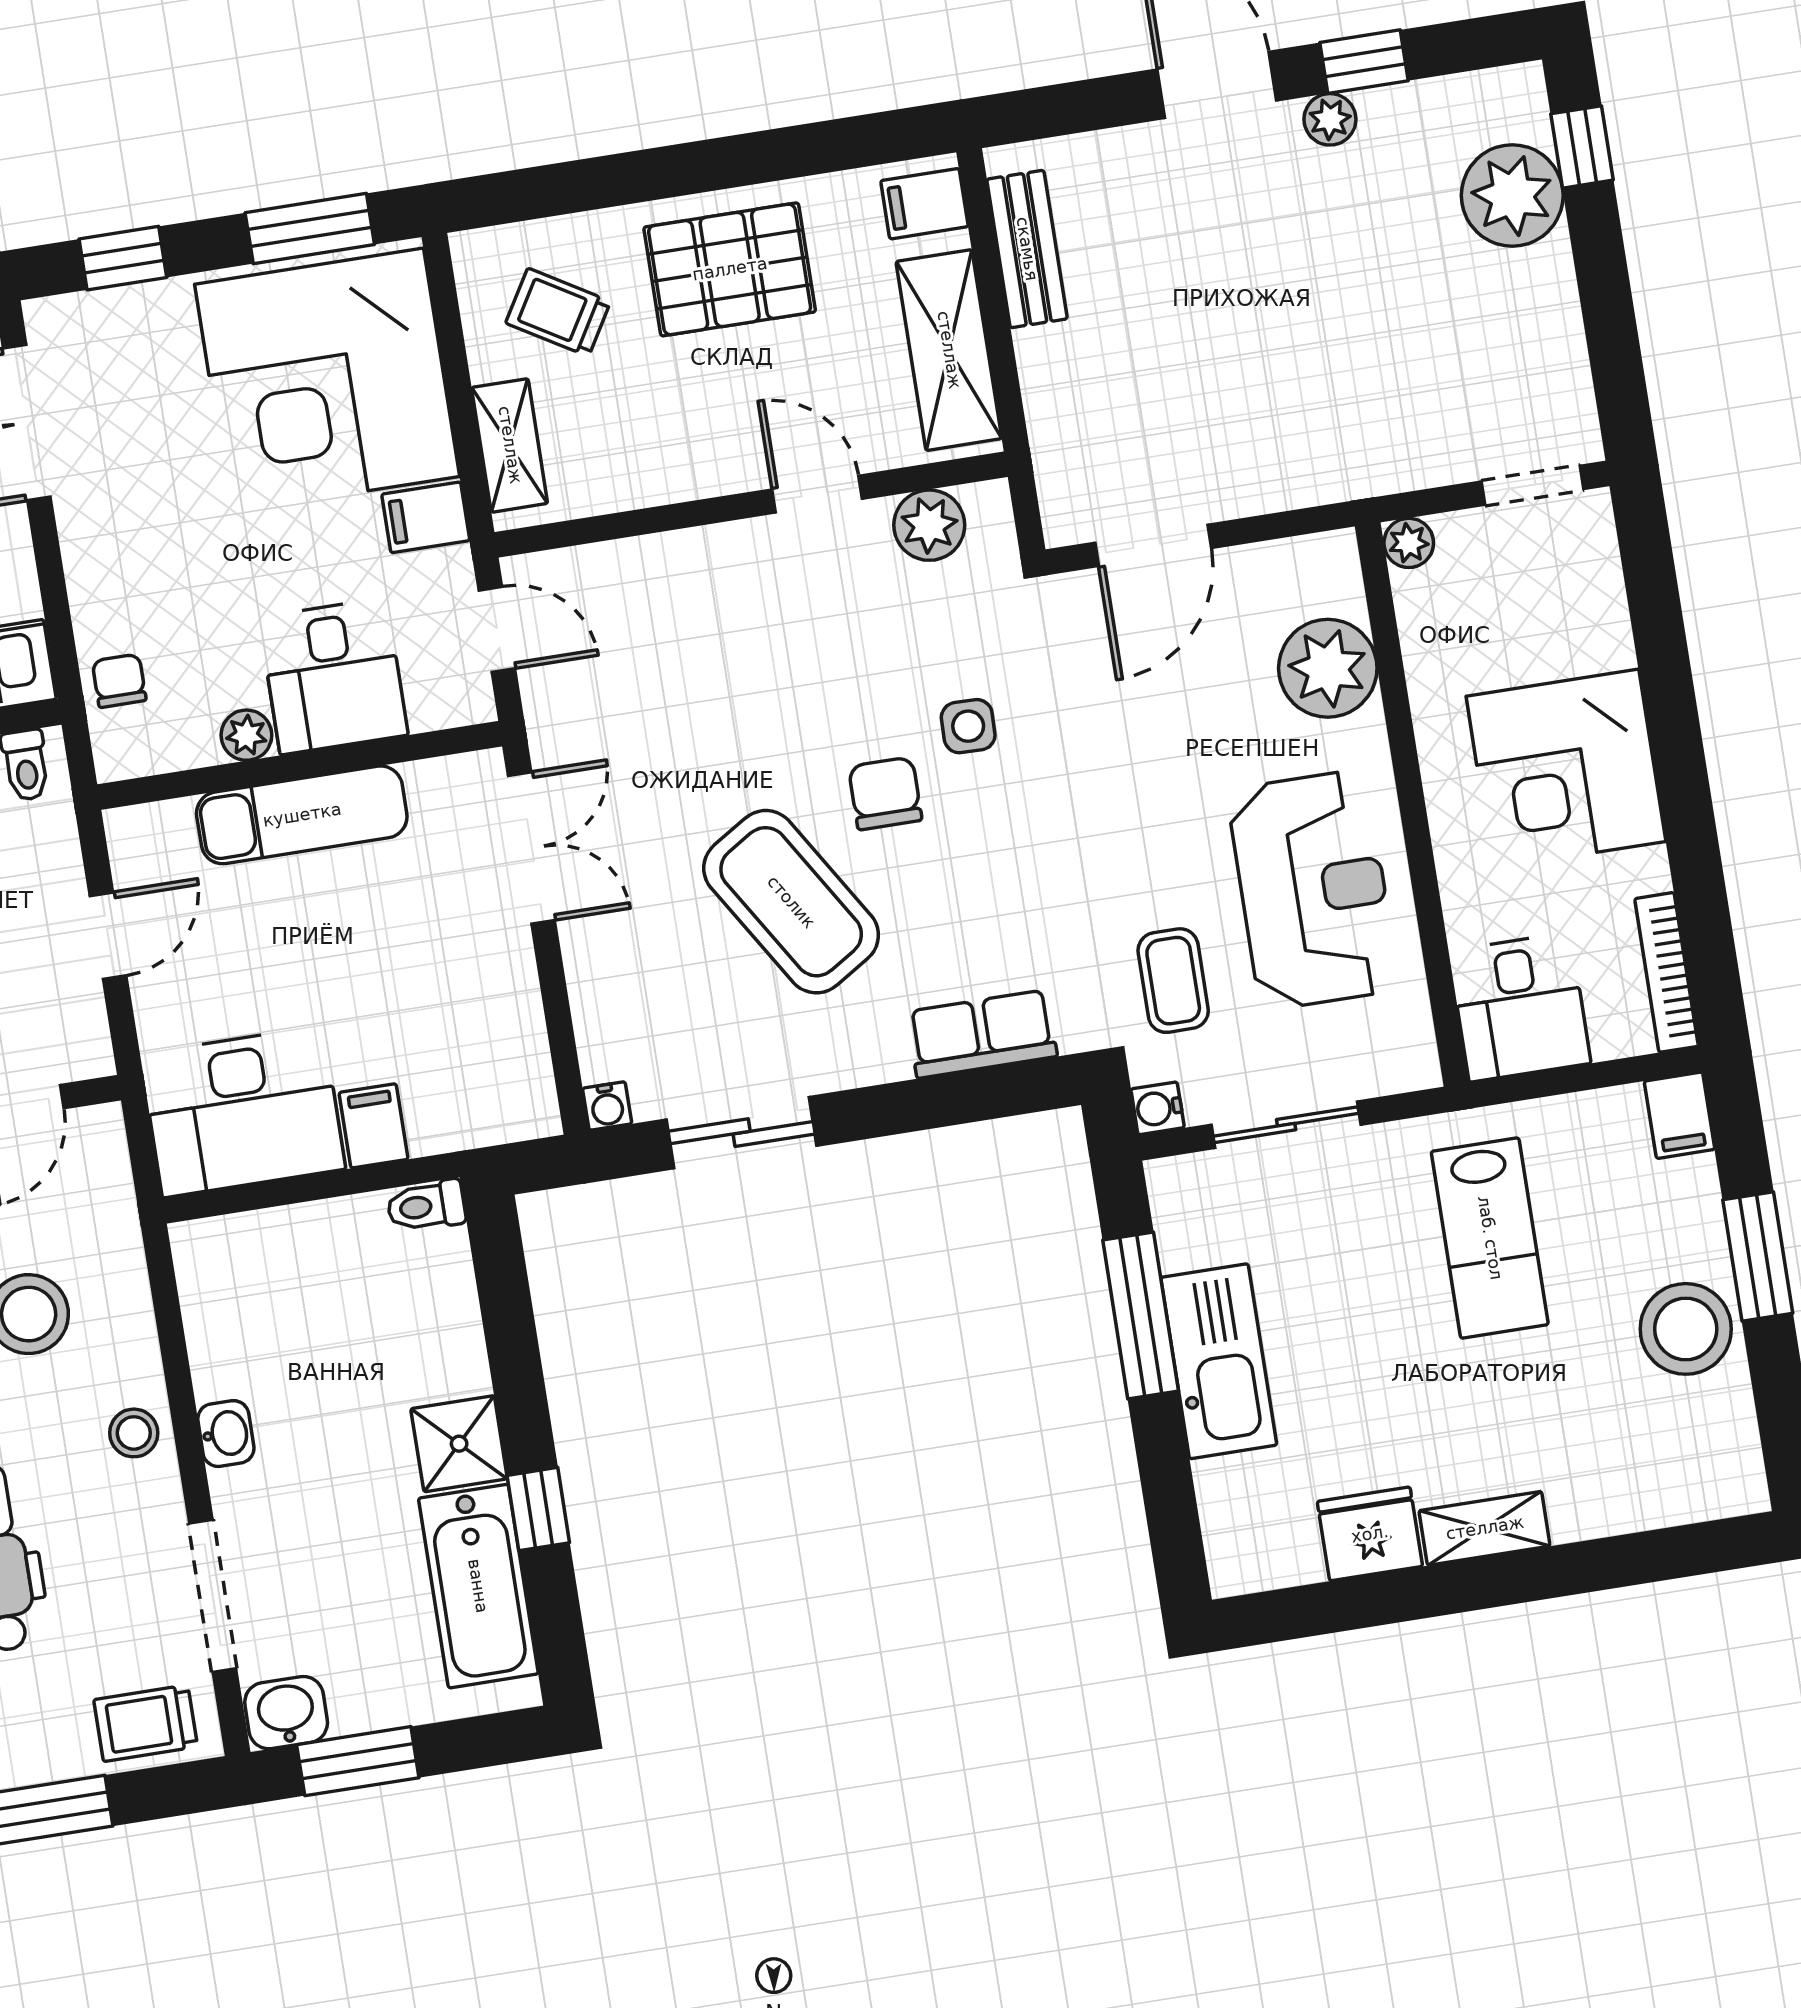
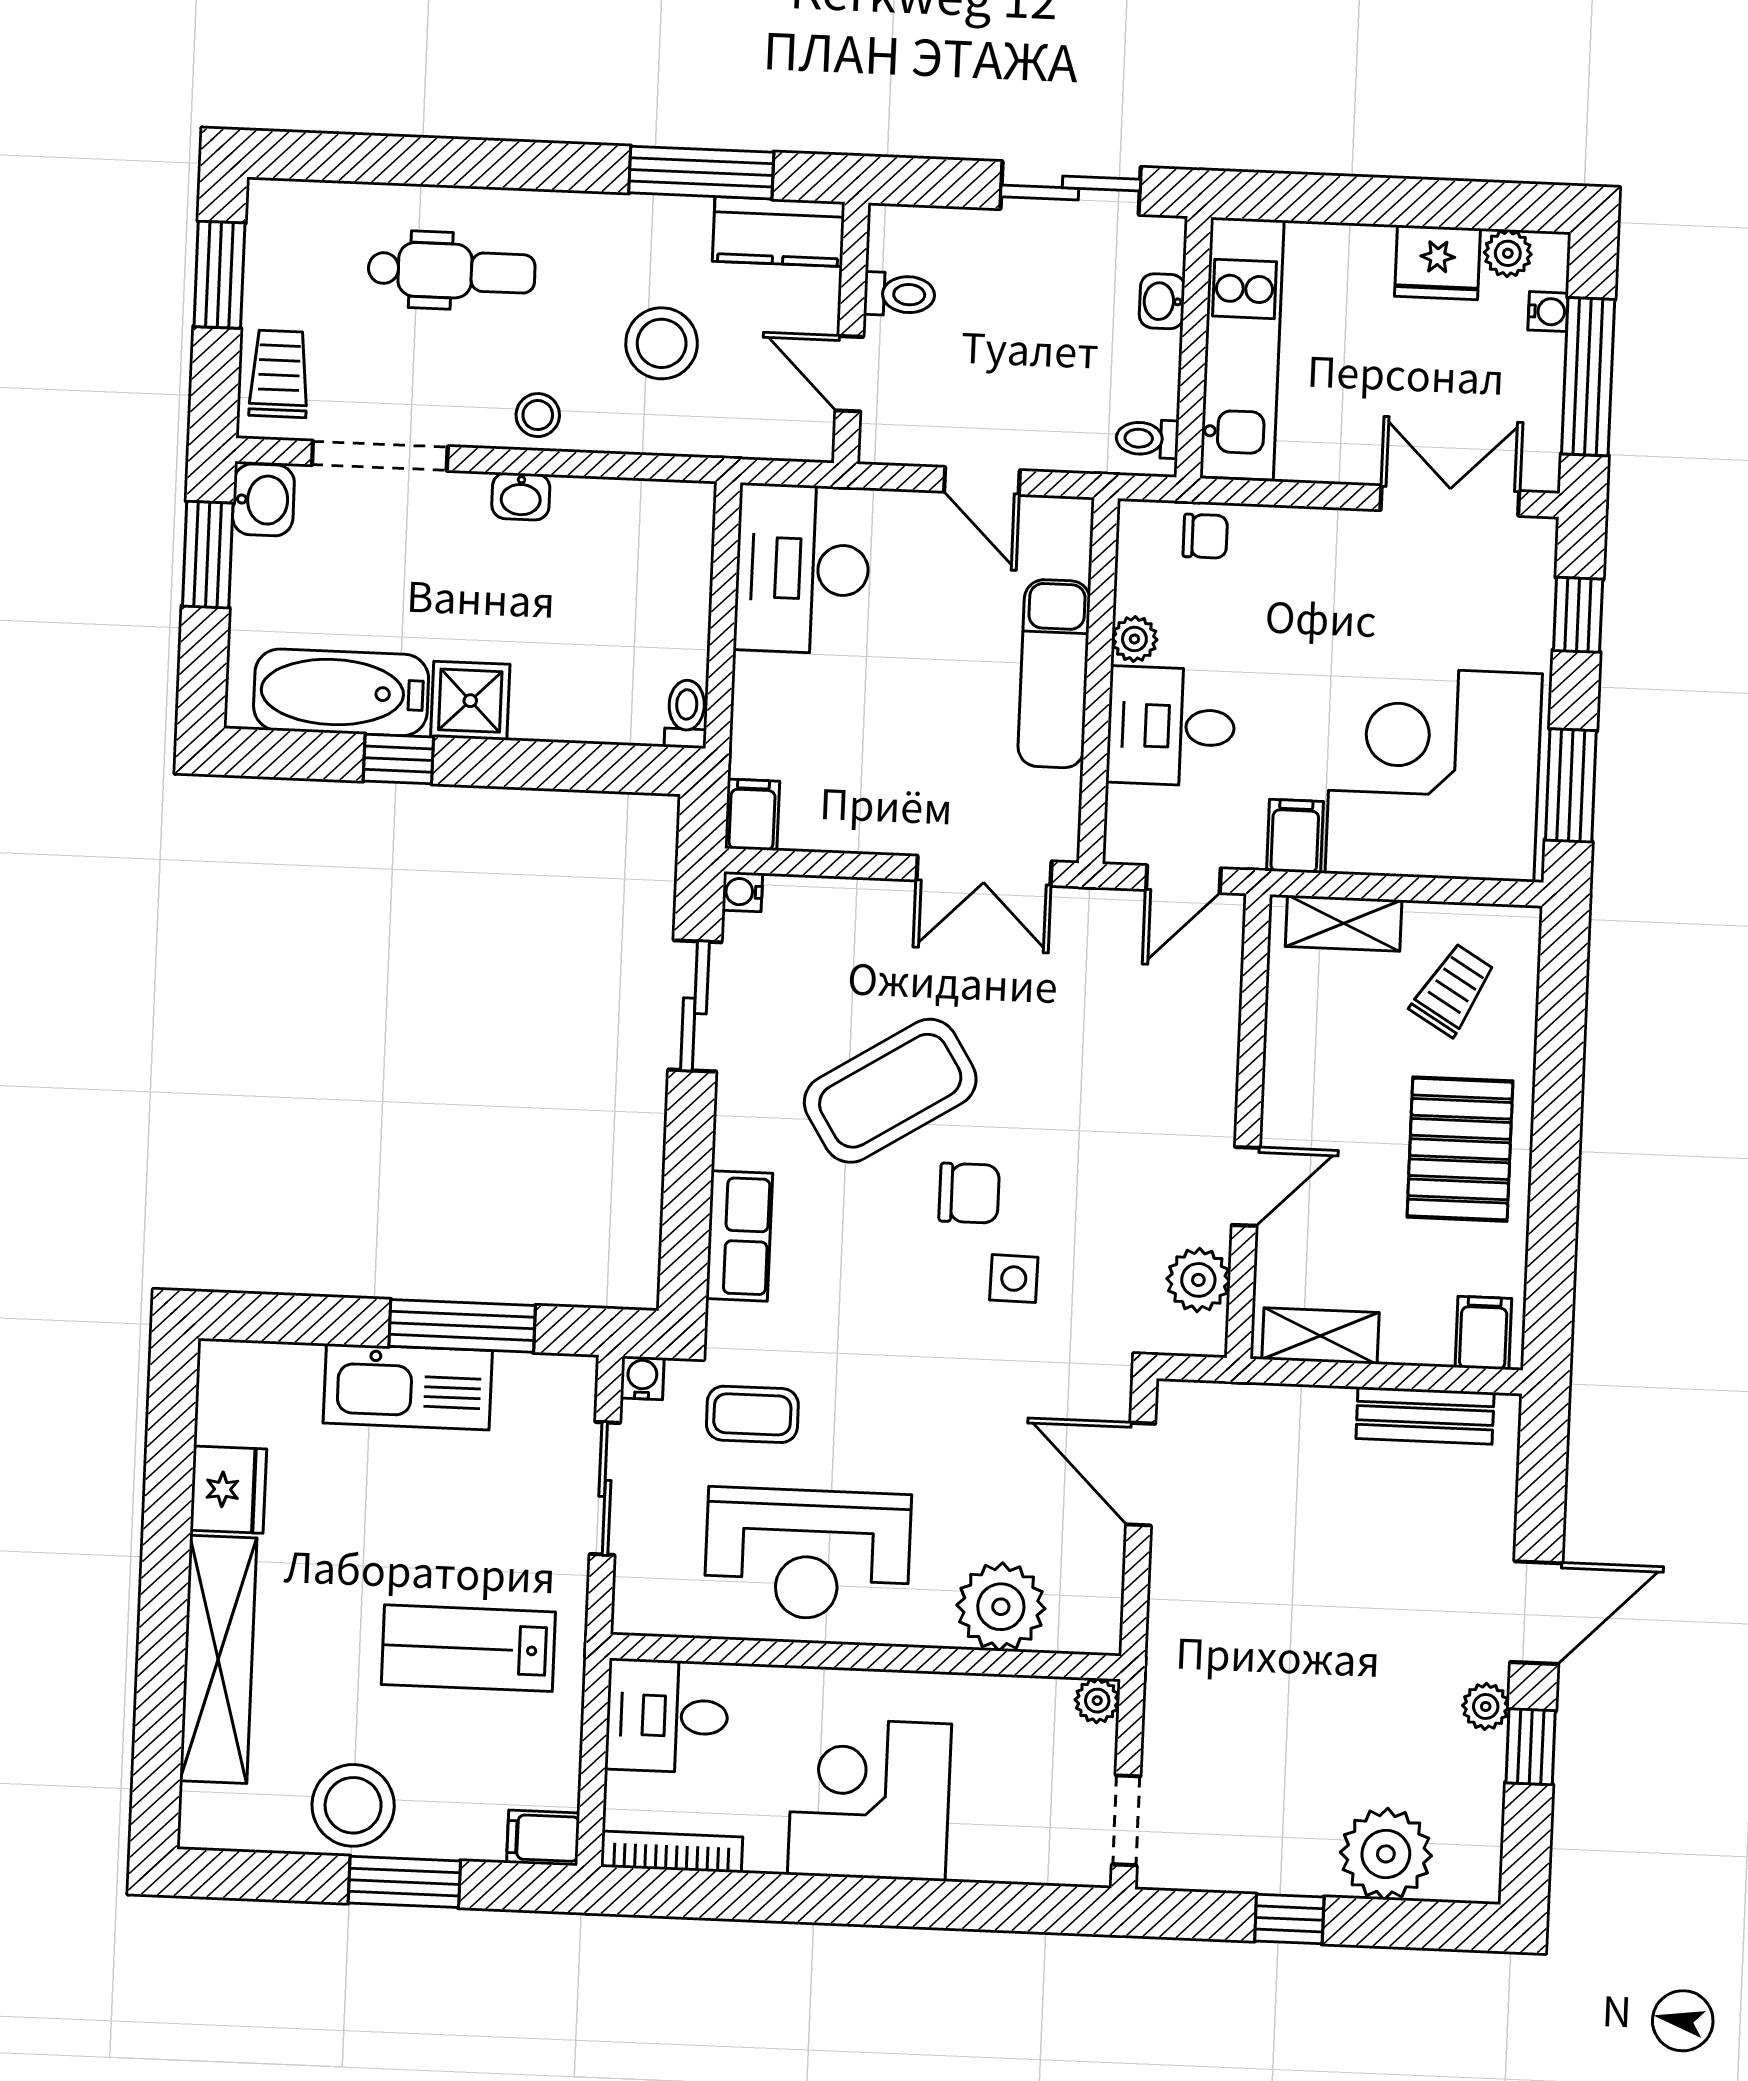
window: (1582, 147) -> (1289, 1919), moved
shelving: (949, 350) -> (1320, 1336), width x0.67, depth x0.75
filing cabinet: (373, 1126) -> (752, 815), moved, turned -90
shelving: (1485, 1528) -> (218, 1659), width x2.20, depth x1.33

